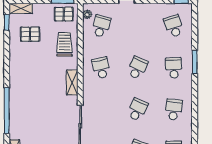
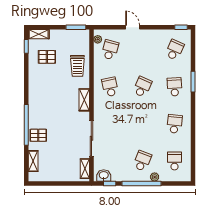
pallet: (64, 14) -> (38, 135), moved
school desk: (174, 26) -> (175, 50), turned 42
trolley: (64, 44) -> (77, 66), turned 180
school desk: (137, 110) -> (142, 124), removed

